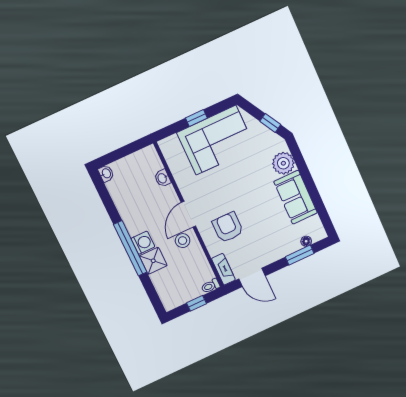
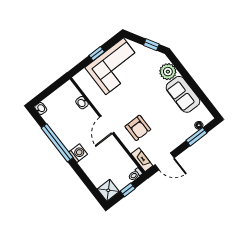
armchair: (228, 227) -> (138, 128), turned 180
stool: (183, 241) -> (107, 145), removed
window: (130, 248) -> (57, 143), moved
shower: (153, 261) -> (108, 190), moved

